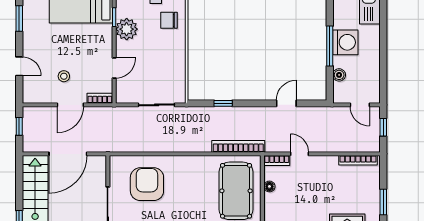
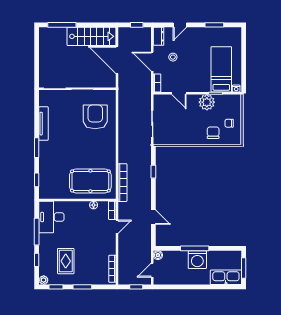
boiler: (339, 75) -> (158, 255), moved
dresser: (35, 96) -> (159, 36), added
armchair: (147, 184) -> (95, 117), turned -90

